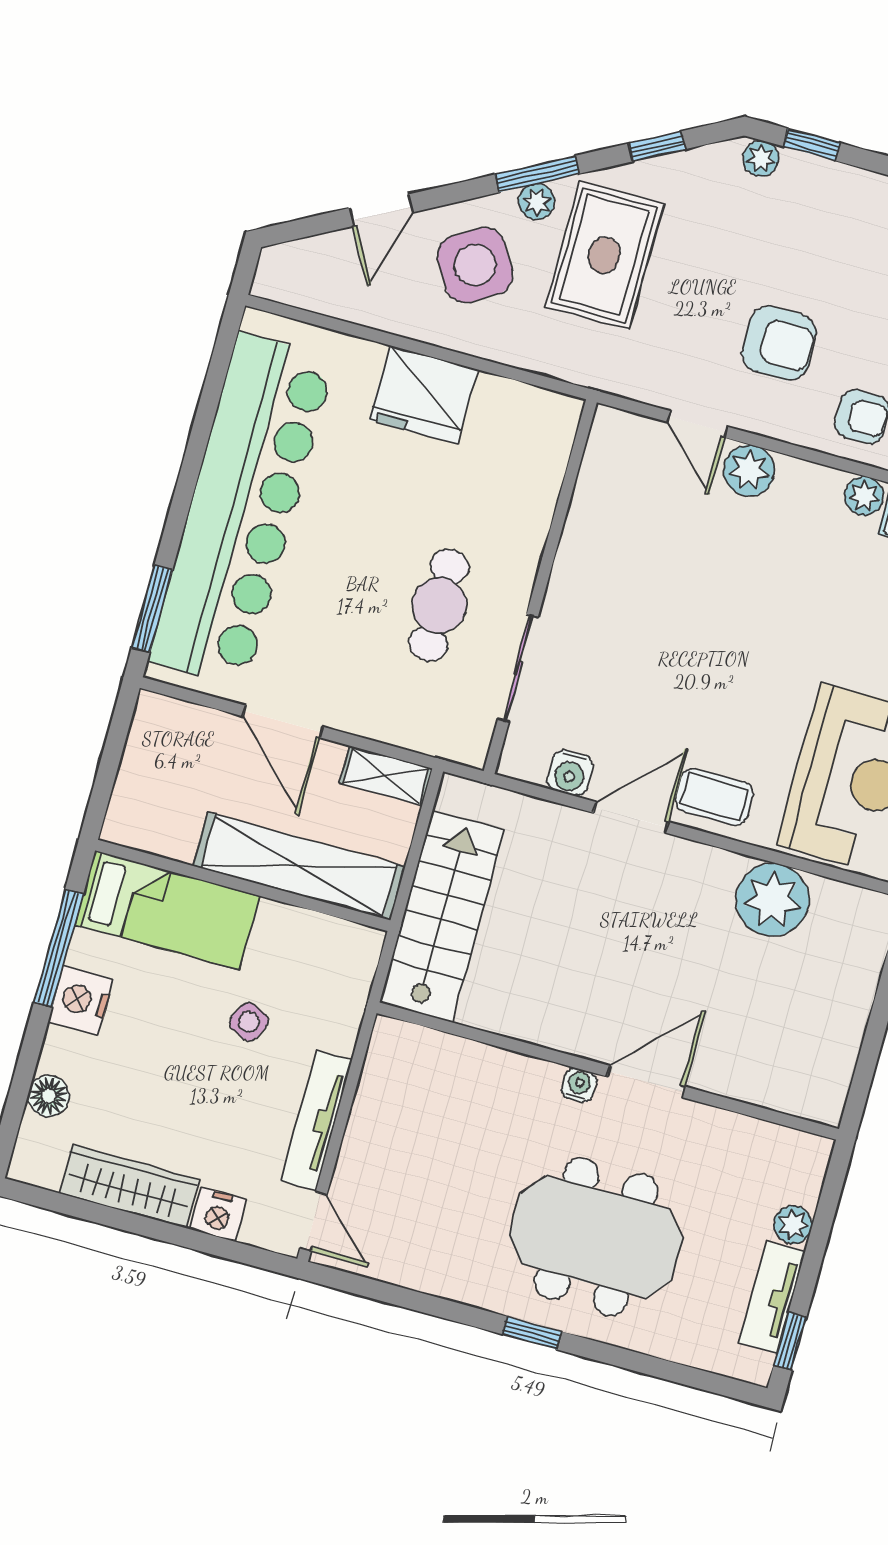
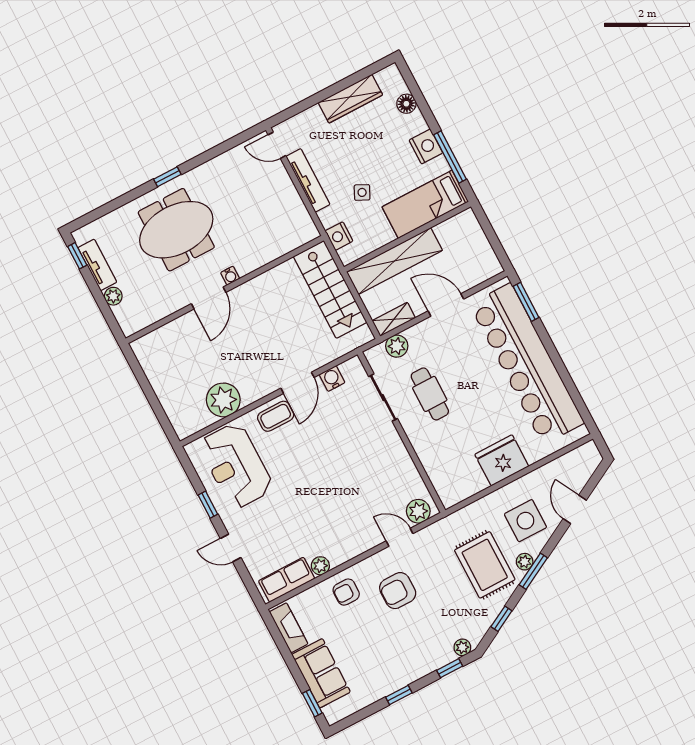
side table: (475, 265) -> (525, 521), turned 32
plant: (749, 471) -> (418, 511), moved
plant: (421, 729) -> (397, 346), added
nightstand: (218, 1214) -> (339, 236), moved, turned -90

